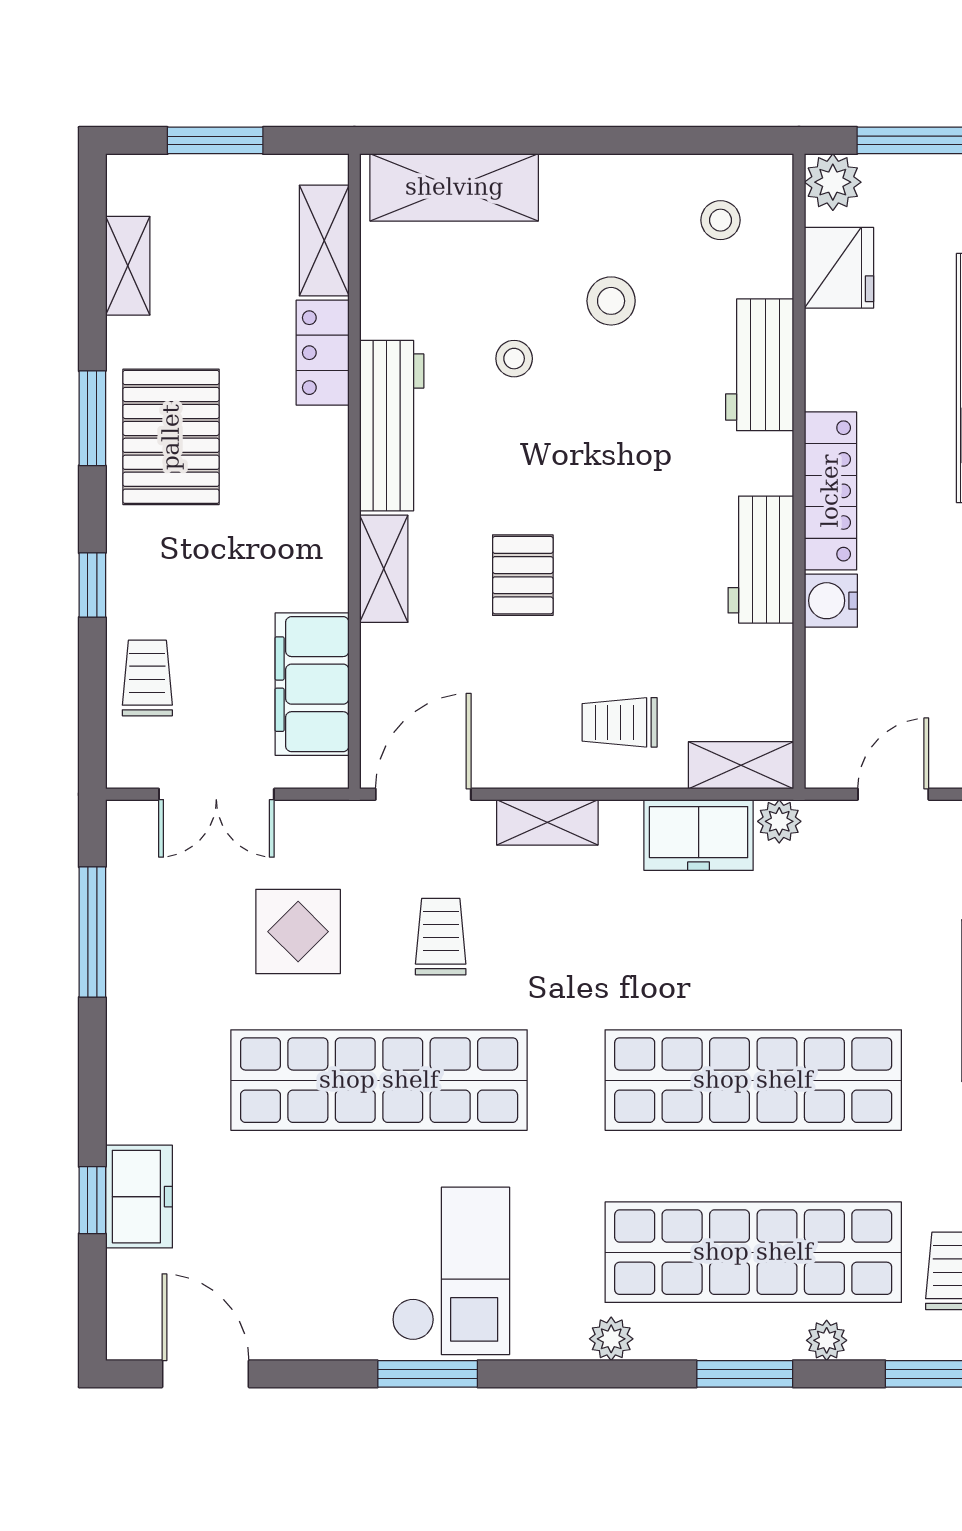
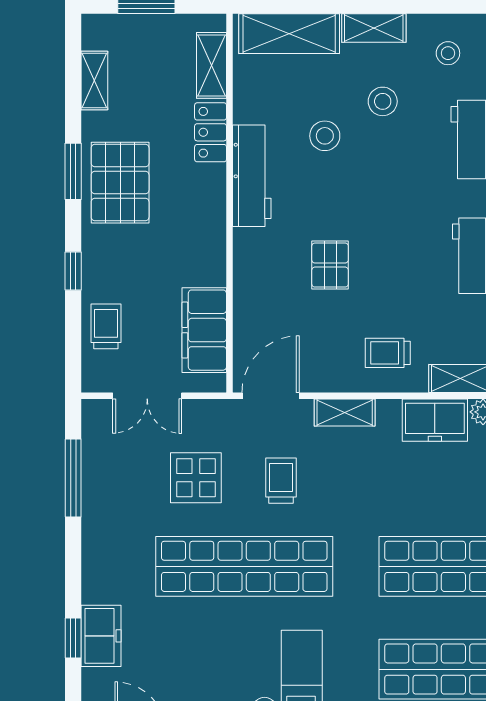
stool: (514, 359) -> (325, 136), width x1.37, depth x1.37
shelving: (384, 569) -> (374, 28), moved, turned 90

